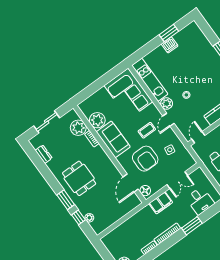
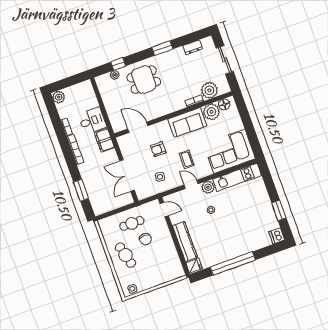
dishwasher: (170, 45) -> (277, 236), moved
armchair: (145, 159) -> (158, 149), width x0.53, depth x0.53
dining table: (79, 178) -> (144, 80), moved
double door: (177, 180) -> (127, 175), width x1.37
floor lamp: (145, 191) -> (224, 104), moved
window: (66, 200) -> (162, 48), moved
desk: (200, 201) -> (92, 121), moved, turned 180
filing cabinet: (161, 203) -> (104, 140), moved
window: (192, 226) -> (81, 190), moved

